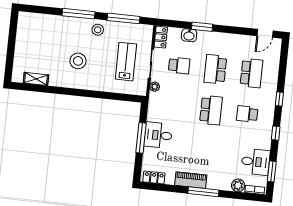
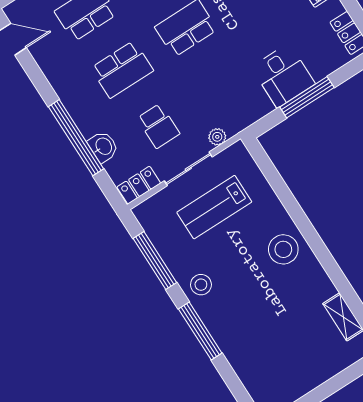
window: (202, 27) -> (76, 138), width x2.11
stool: (78, 61) -> (283, 249), moved
school desk: (179, 65) -> (158, 126), turned 180

